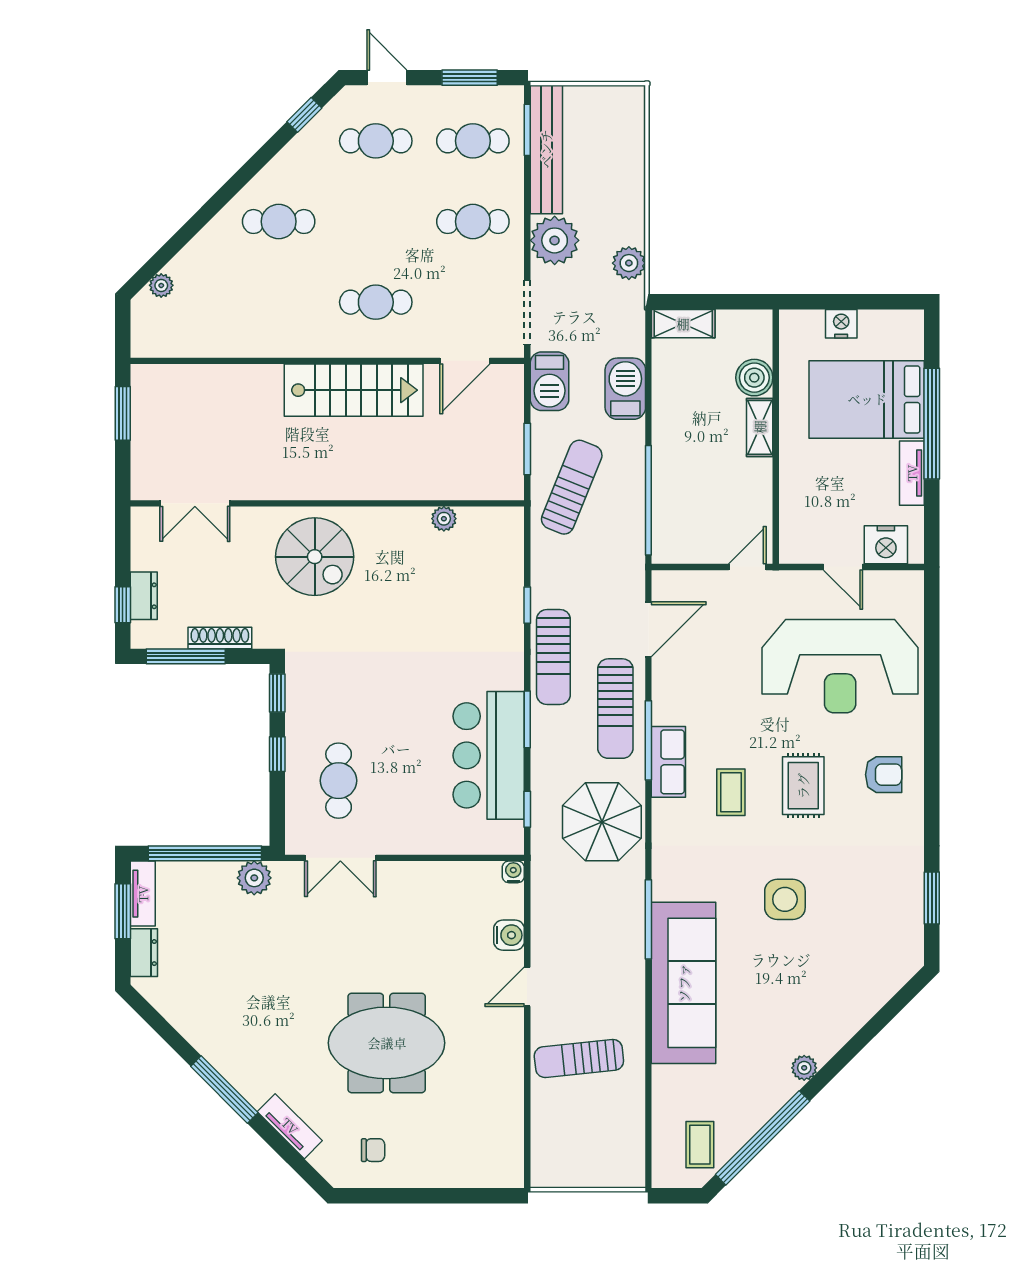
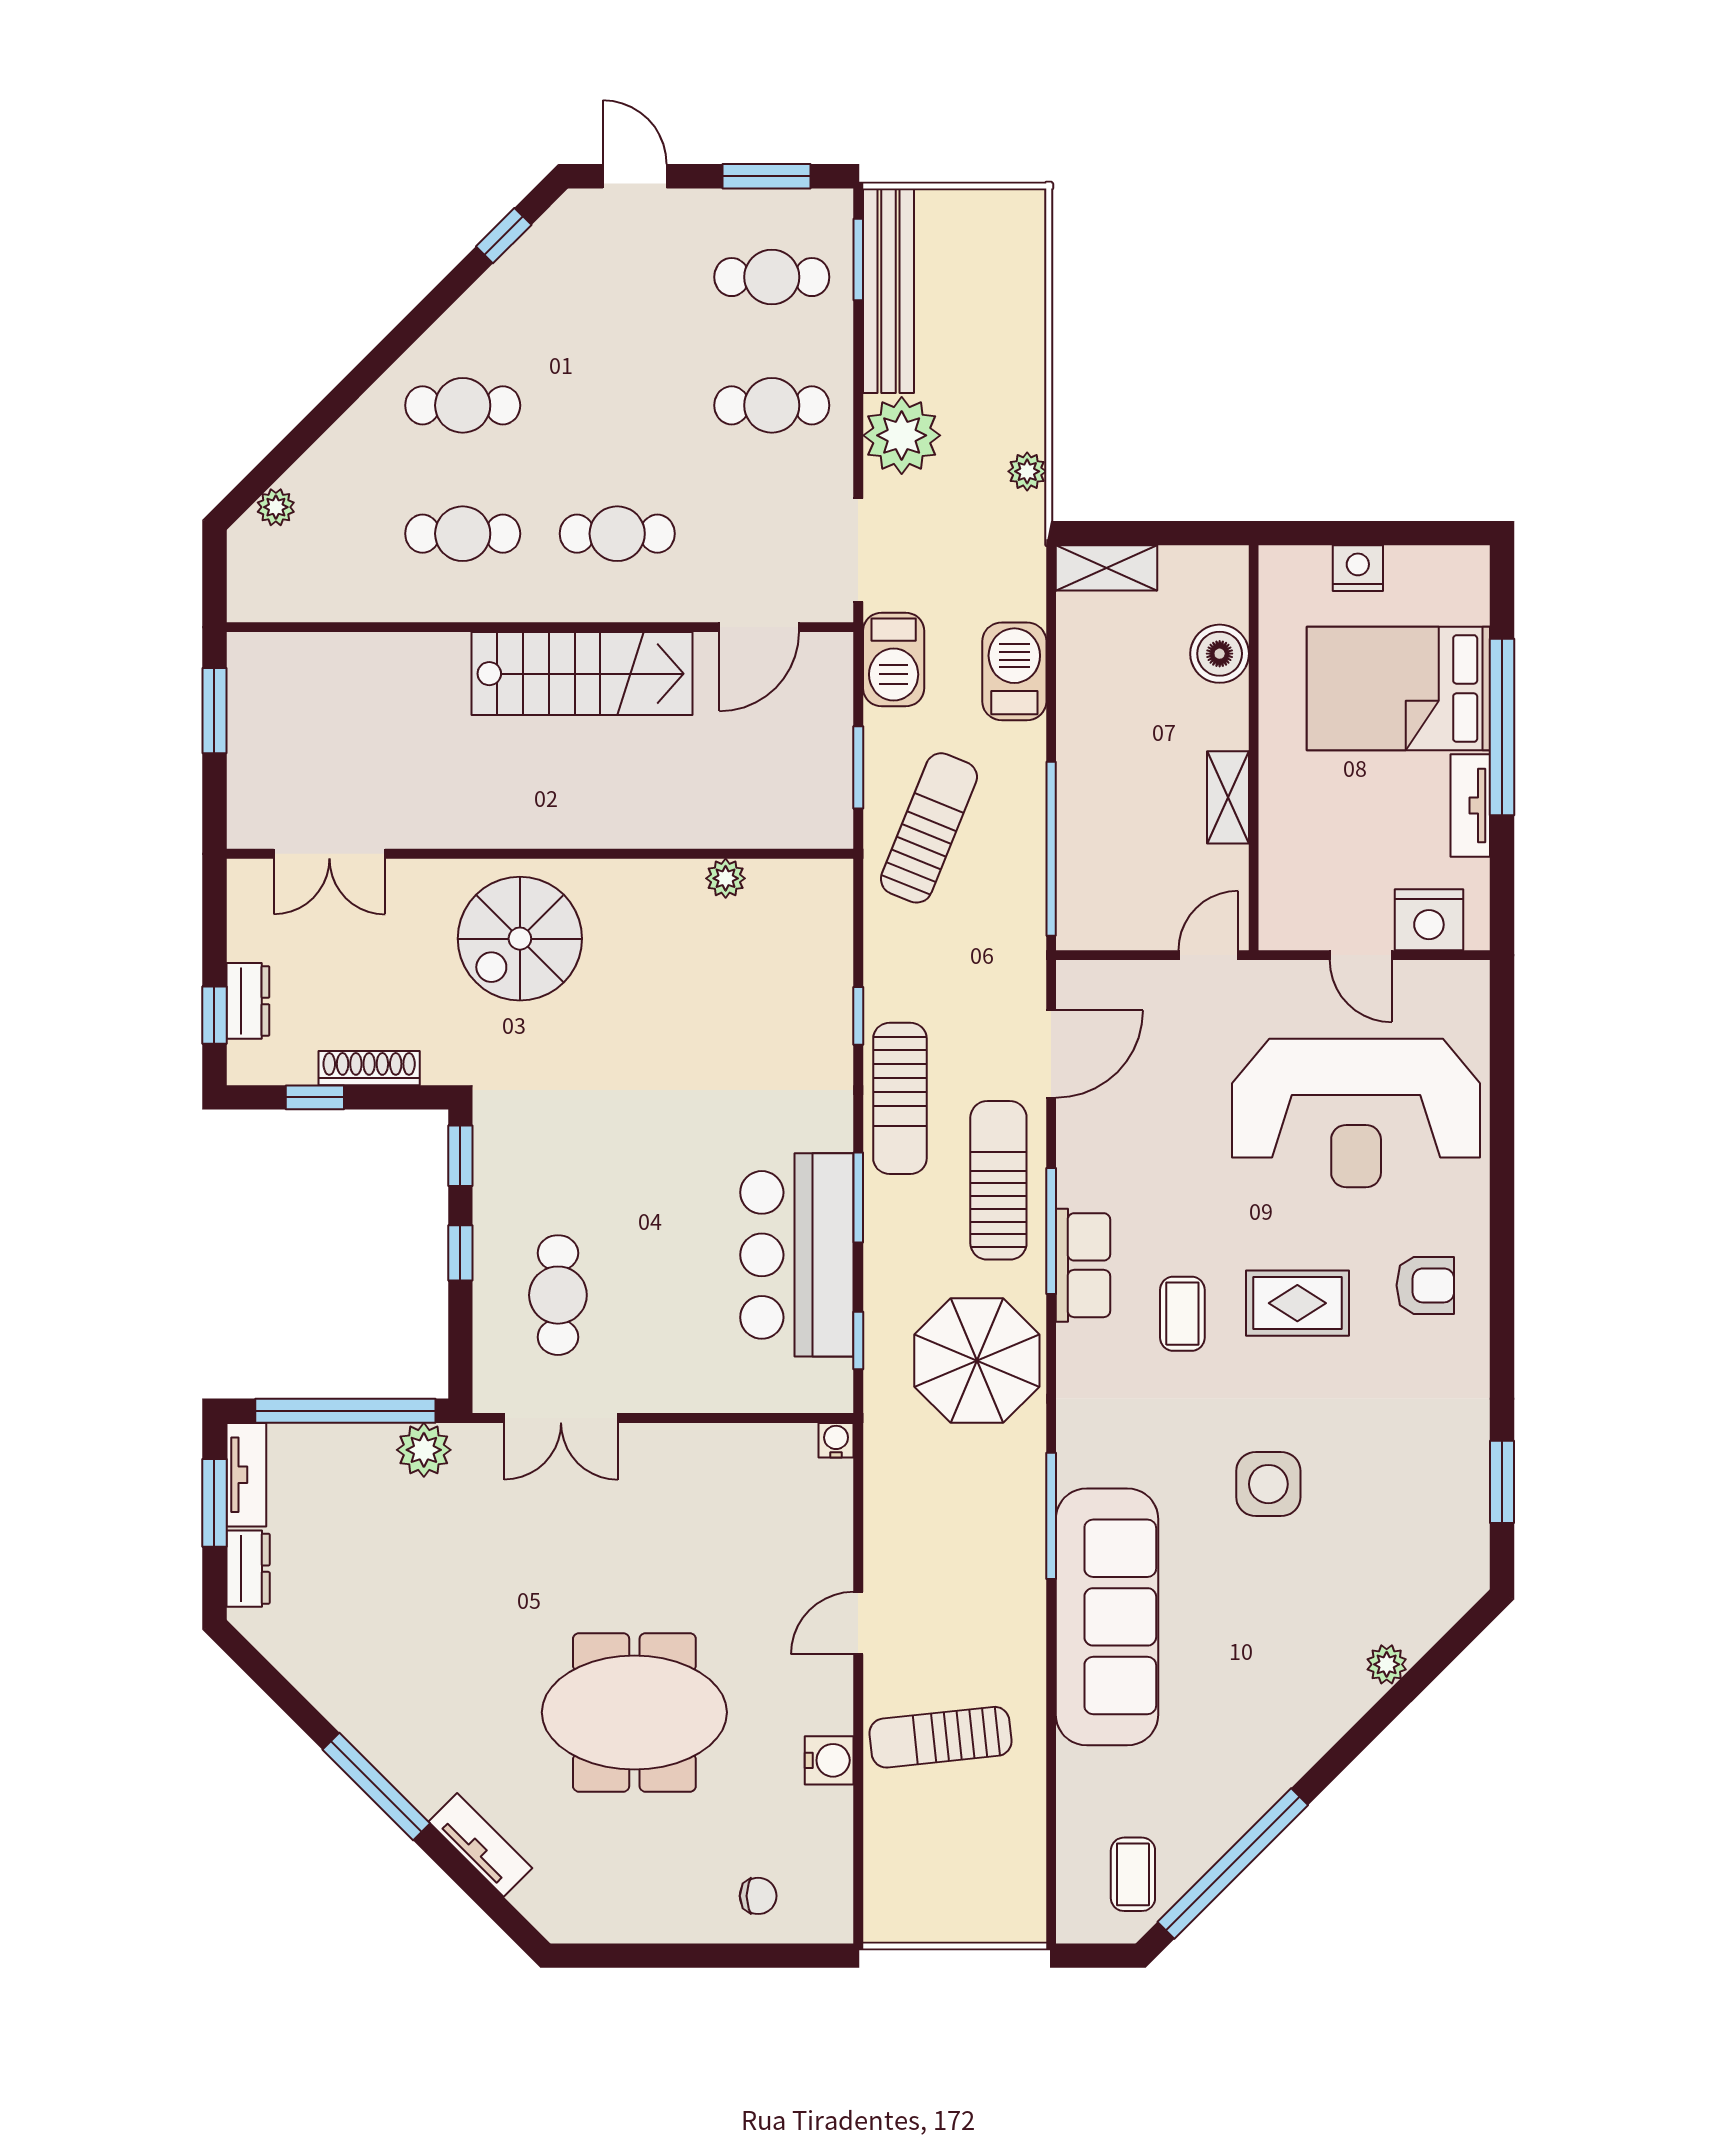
cafe table: (376, 141) -> (463, 534), moved
plant: (629, 263) -> (1027, 471), width x0.73, depth x0.73
shelving: (760, 427) -> (1228, 797), moved
spiral stairs: (315, 557) -> (520, 939), turned 90
window: (186, 656) -> (315, 1097), width x0.46
sun lounger: (615, 709) -> (998, 1180), turned 180
rug: (803, 786) -> (1297, 1303), turned 90
water cooler: (509, 935) -> (829, 1760), moved
plant: (804, 1068) -> (1387, 1664), moved
chair: (373, 1150) -> (758, 1896), moved

